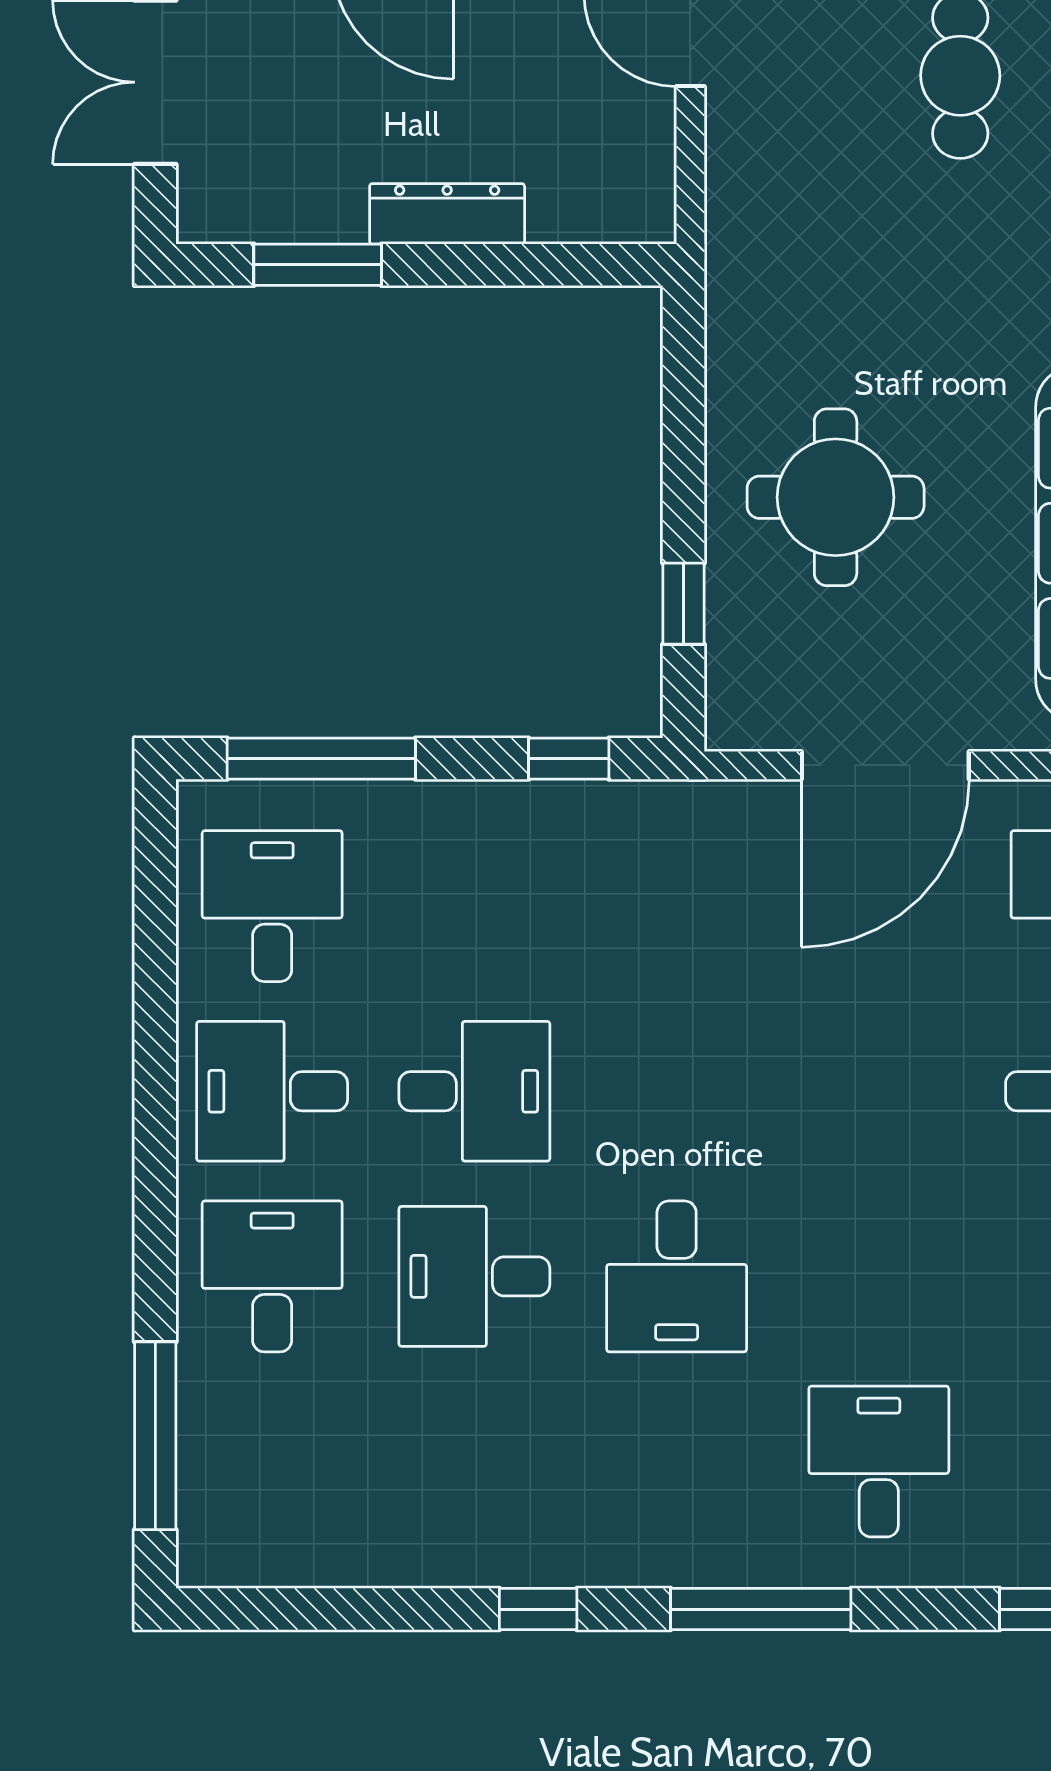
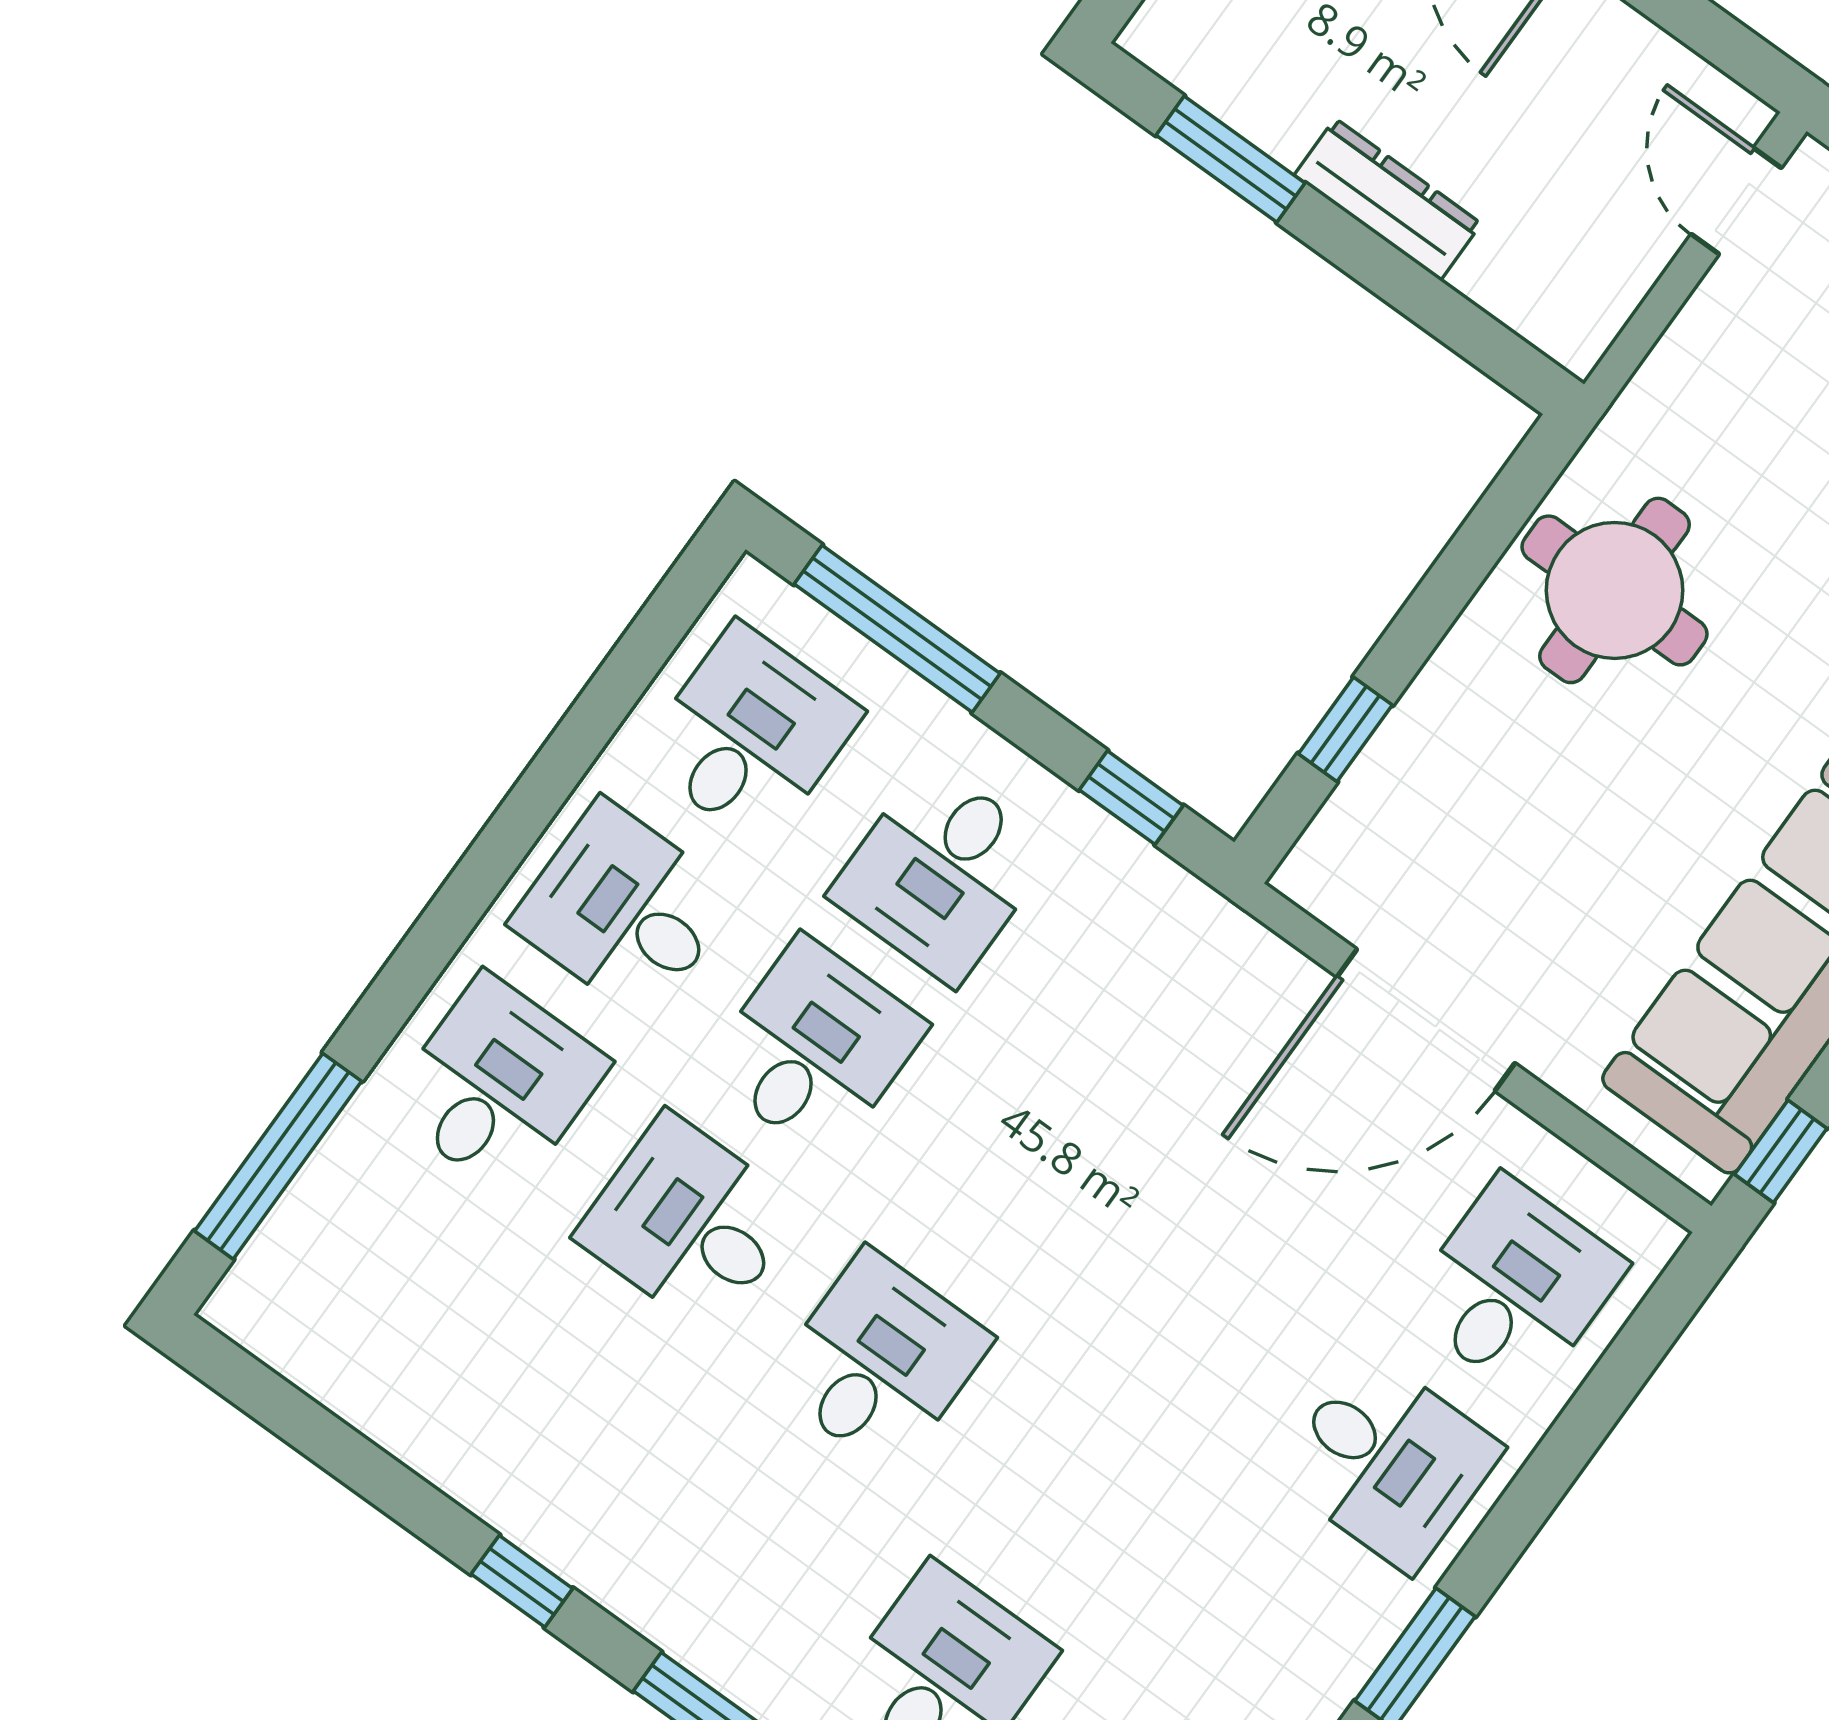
round table: (836, 497) -> (1615, 590), moved
desk: (474, 906) -> (941, 873), added
desk: (474, 1091) -> (815, 1048), turned -90
desk: (677, 1276) -> (880, 1361), turned 180

